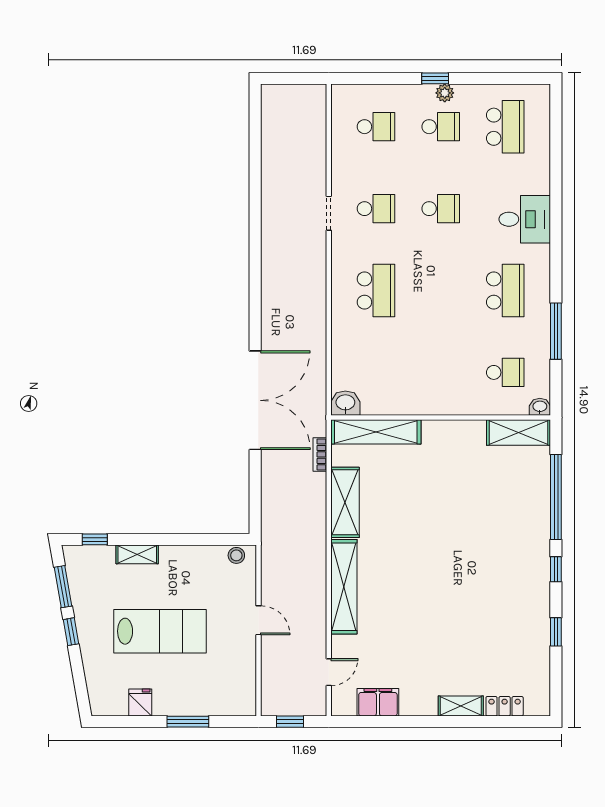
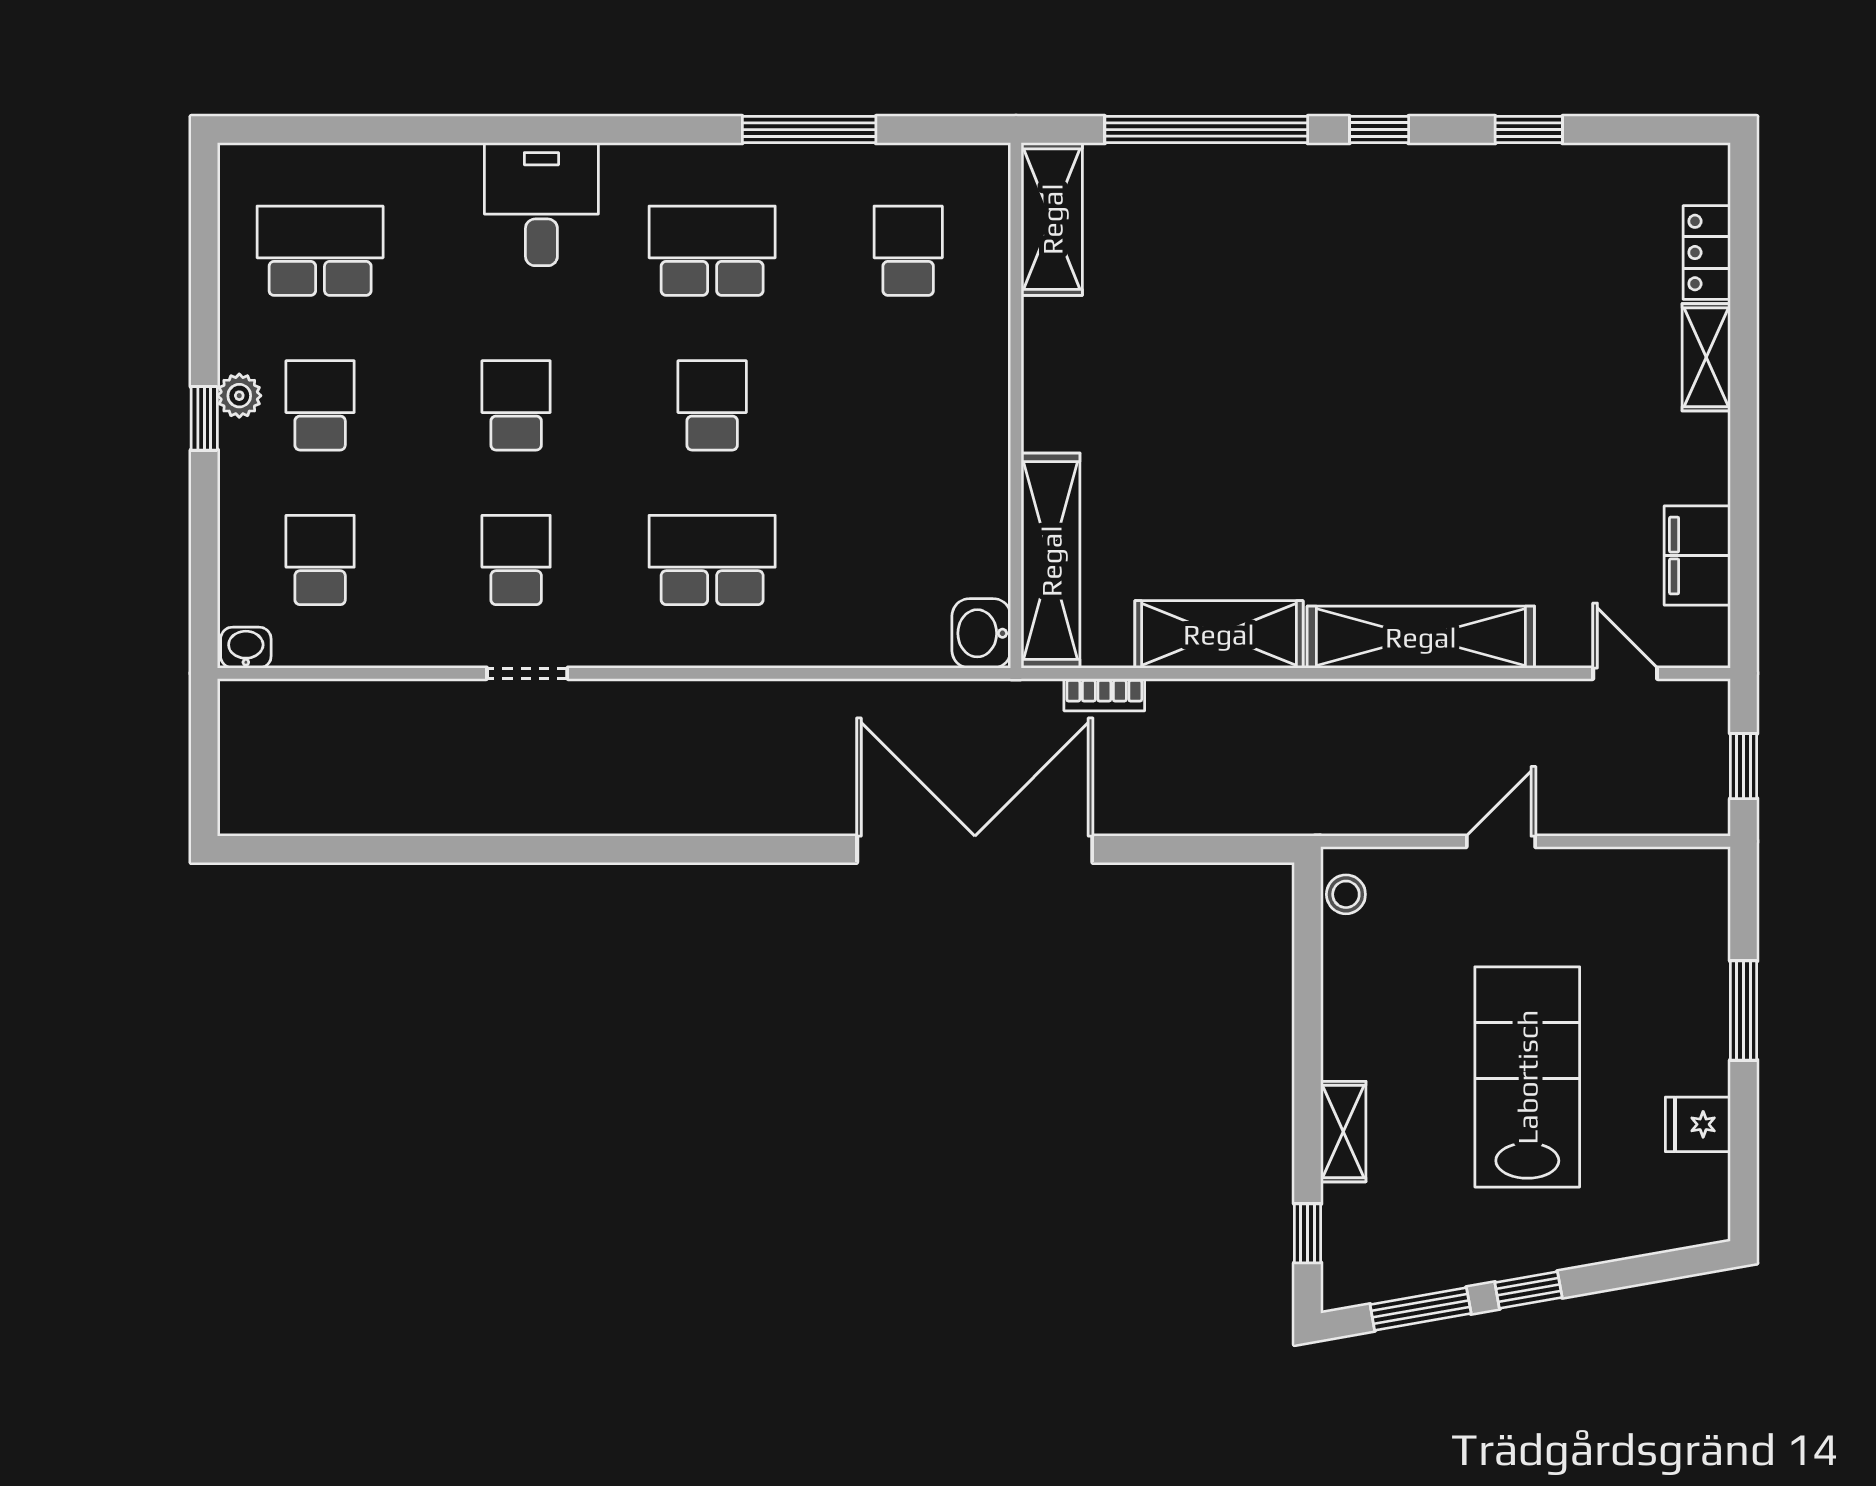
school desk: (441, 291) -> (712, 405), added
washbasin: (540, 407) -> (246, 648), moved, turned 90

